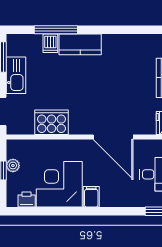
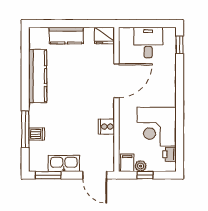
kitchen counter: (80, 44) -> (38, 76), moved, width x1.50
cooker: (51, 122) -> (106, 127), width x0.53, depth x0.76
filing cabinet: (91, 197) -> (127, 163), moved, turned 90

